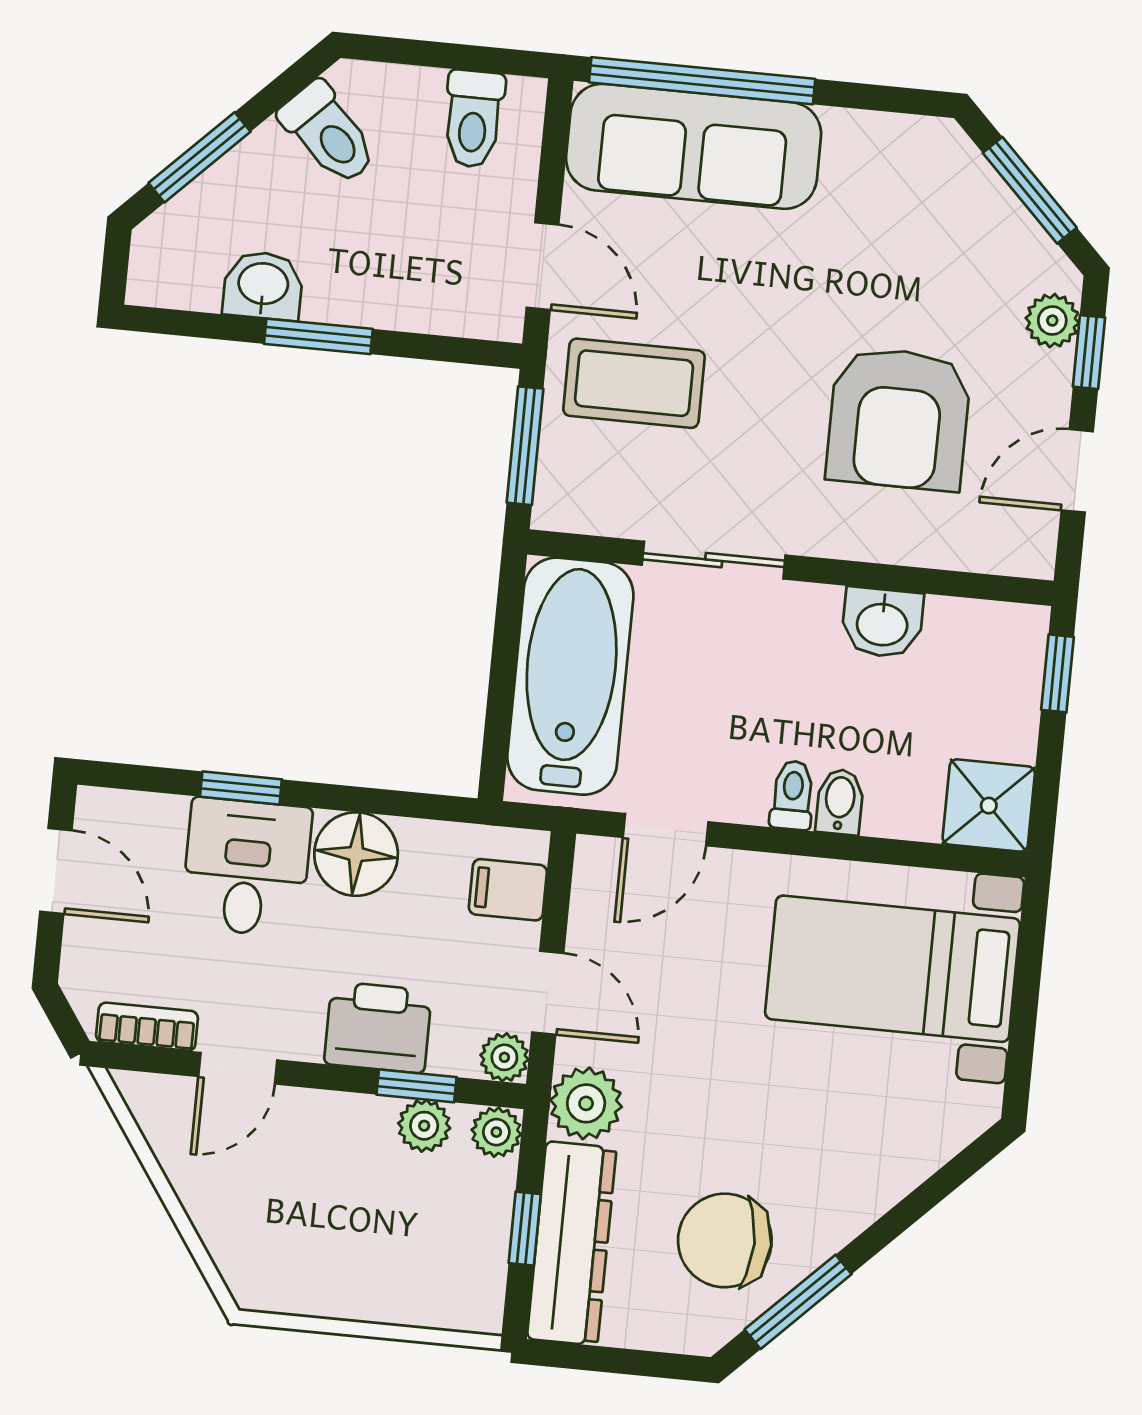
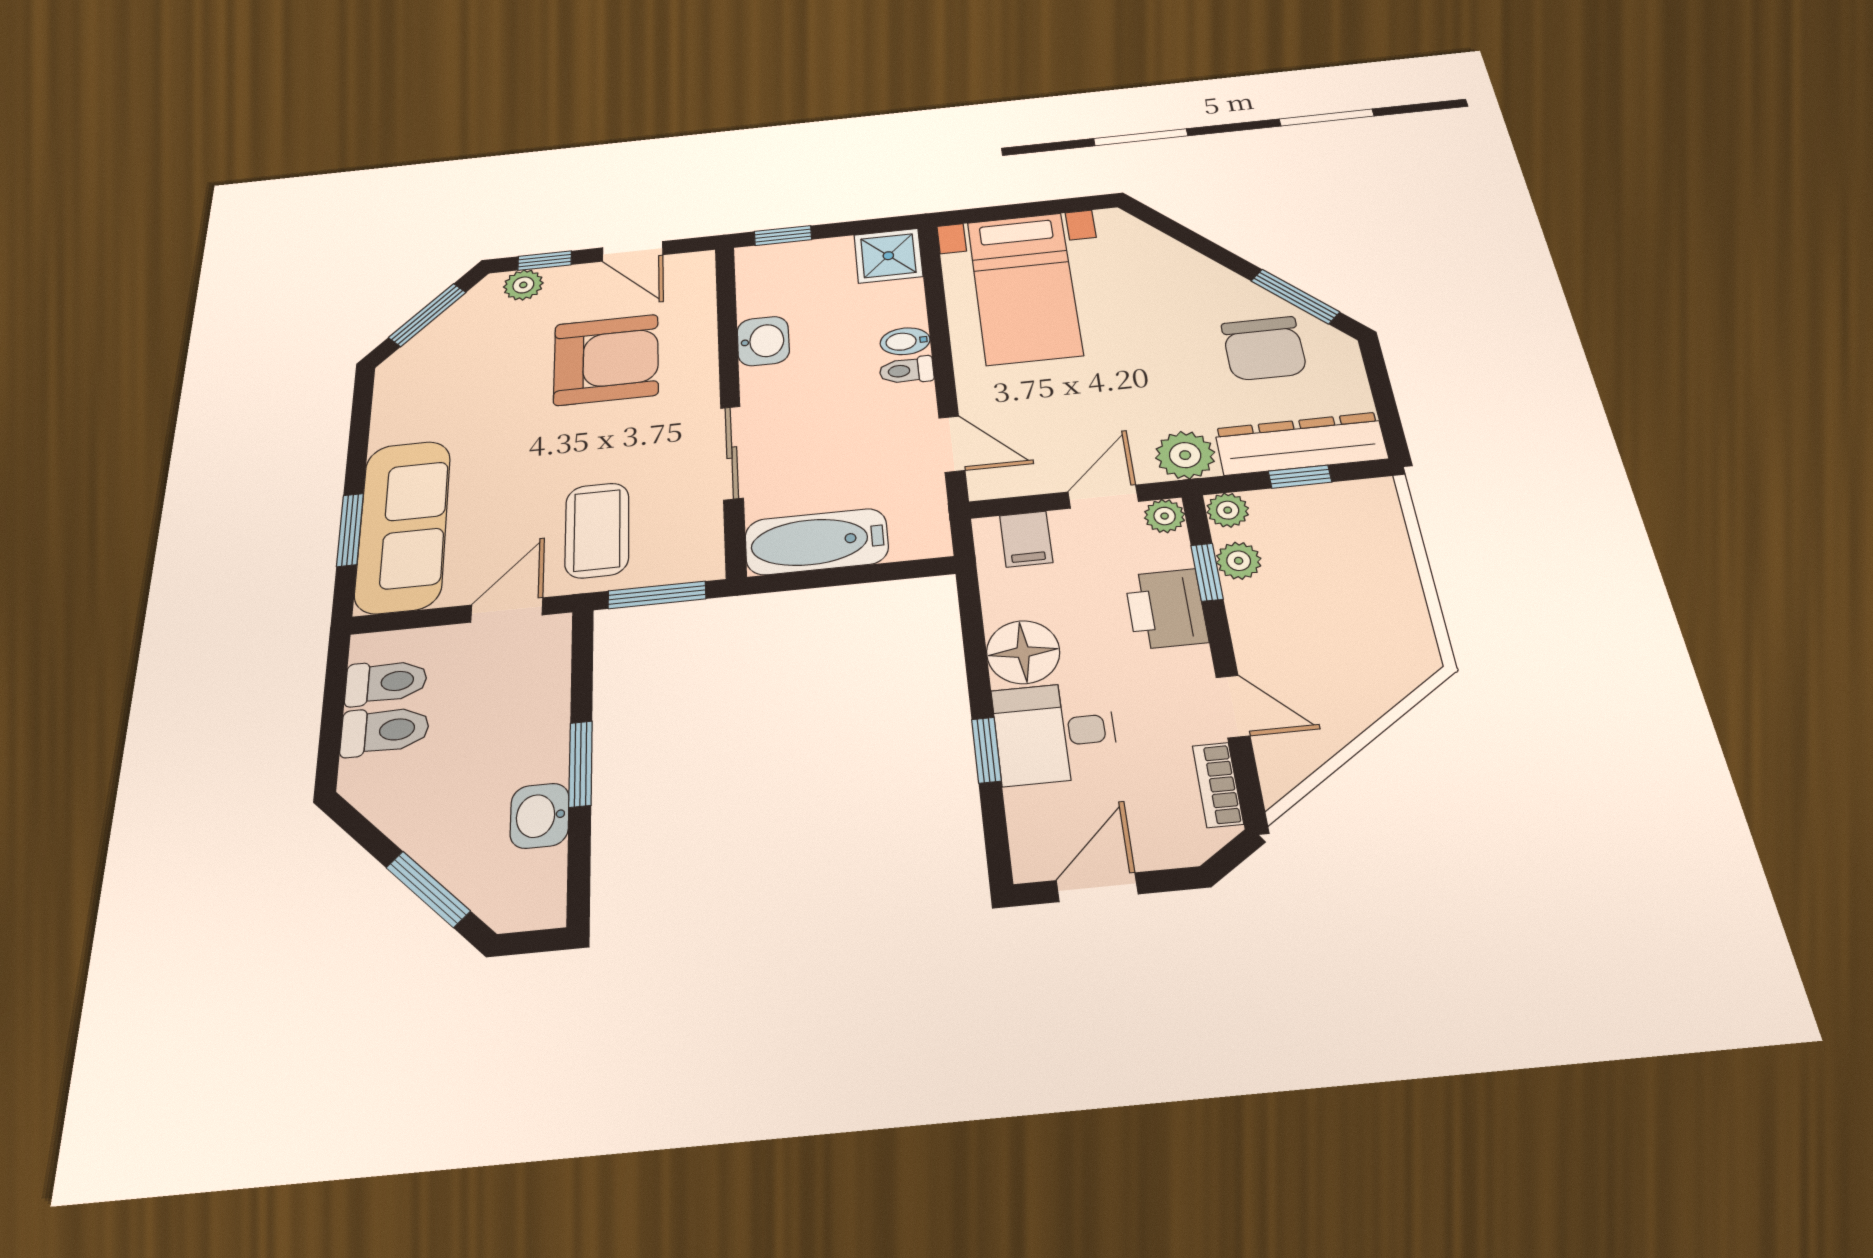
window: (702, 81) -> (350, 530), width x0.47
toilet: (329, 133) -> (385, 731), moved, turned 45
bathtub: (570, 676) -> (816, 542), width x0.73, depth x0.73

